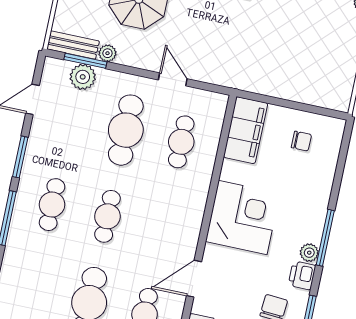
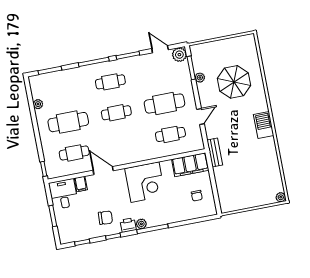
bench: (73, 45) -> (215, 152), moved
plant: (83, 77) -> (179, 55), moved

